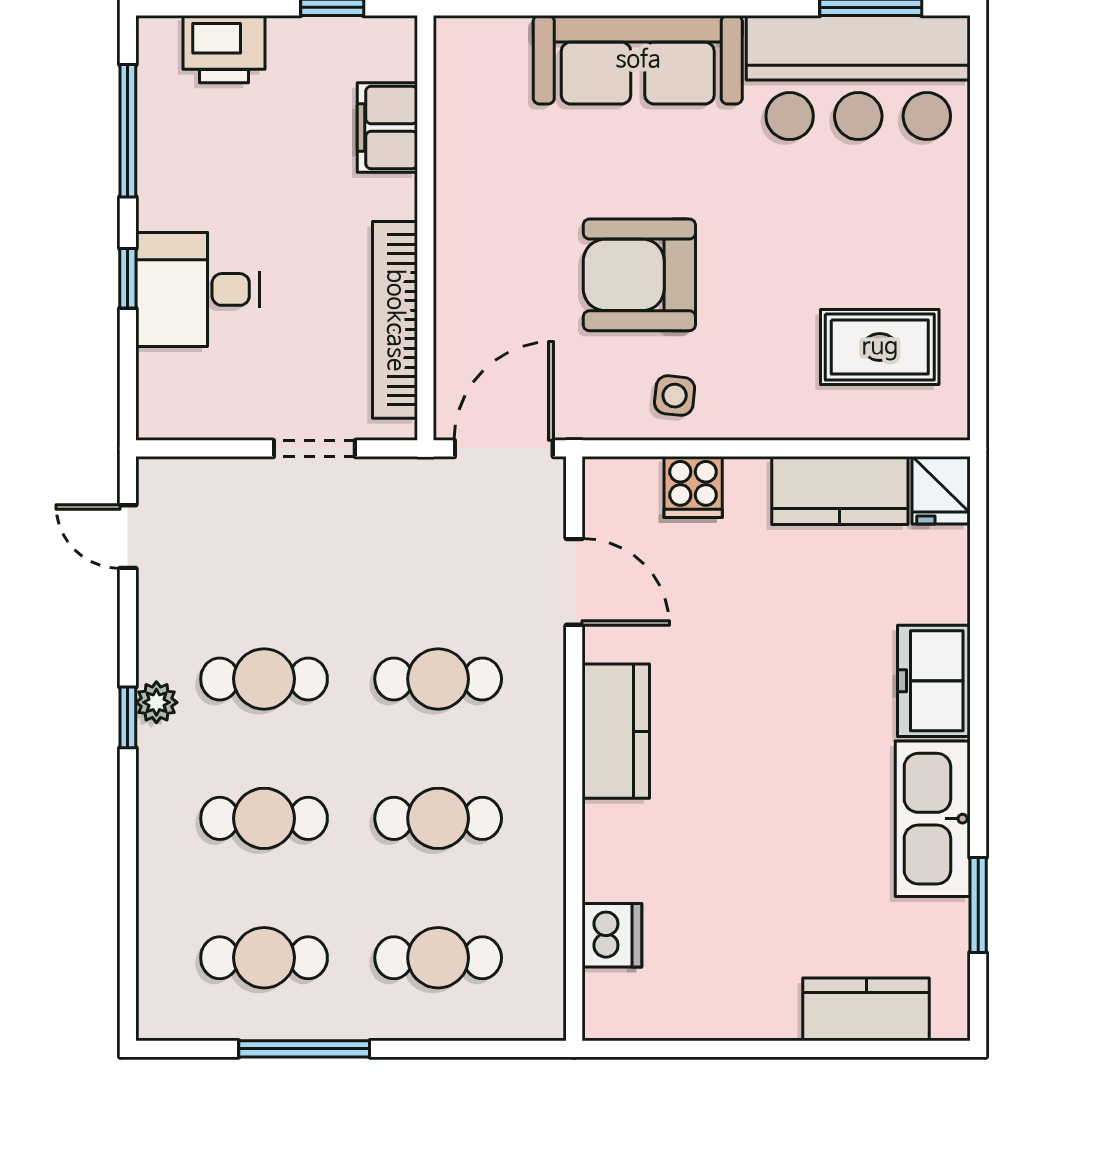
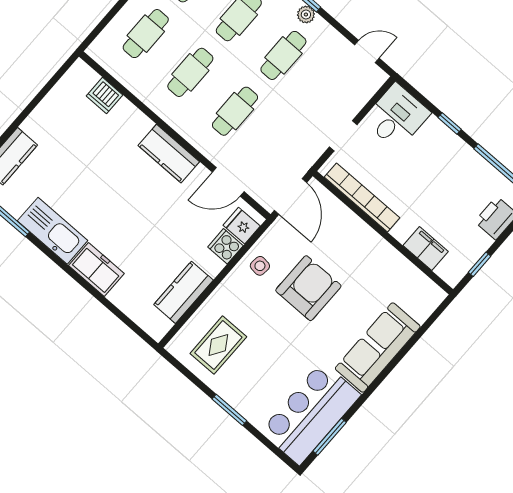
window: (978, 227) -> (229, 410), added
desk: (197, 289) -> (397, 116), moved
fridge: (941, 490) -> (242, 226), moved

